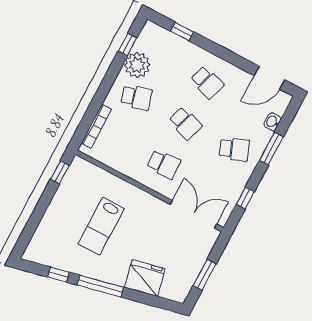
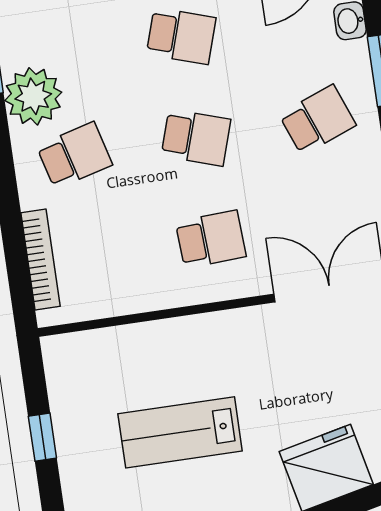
window: (60, 172) -> (42, 437), moved
lab bench: (101, 226) -> (180, 432), turned 90

